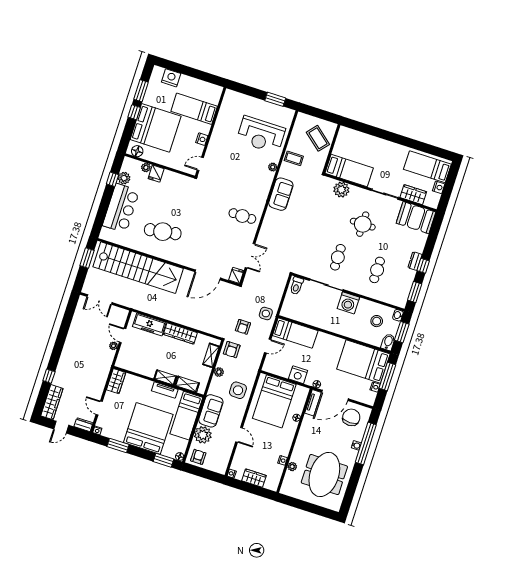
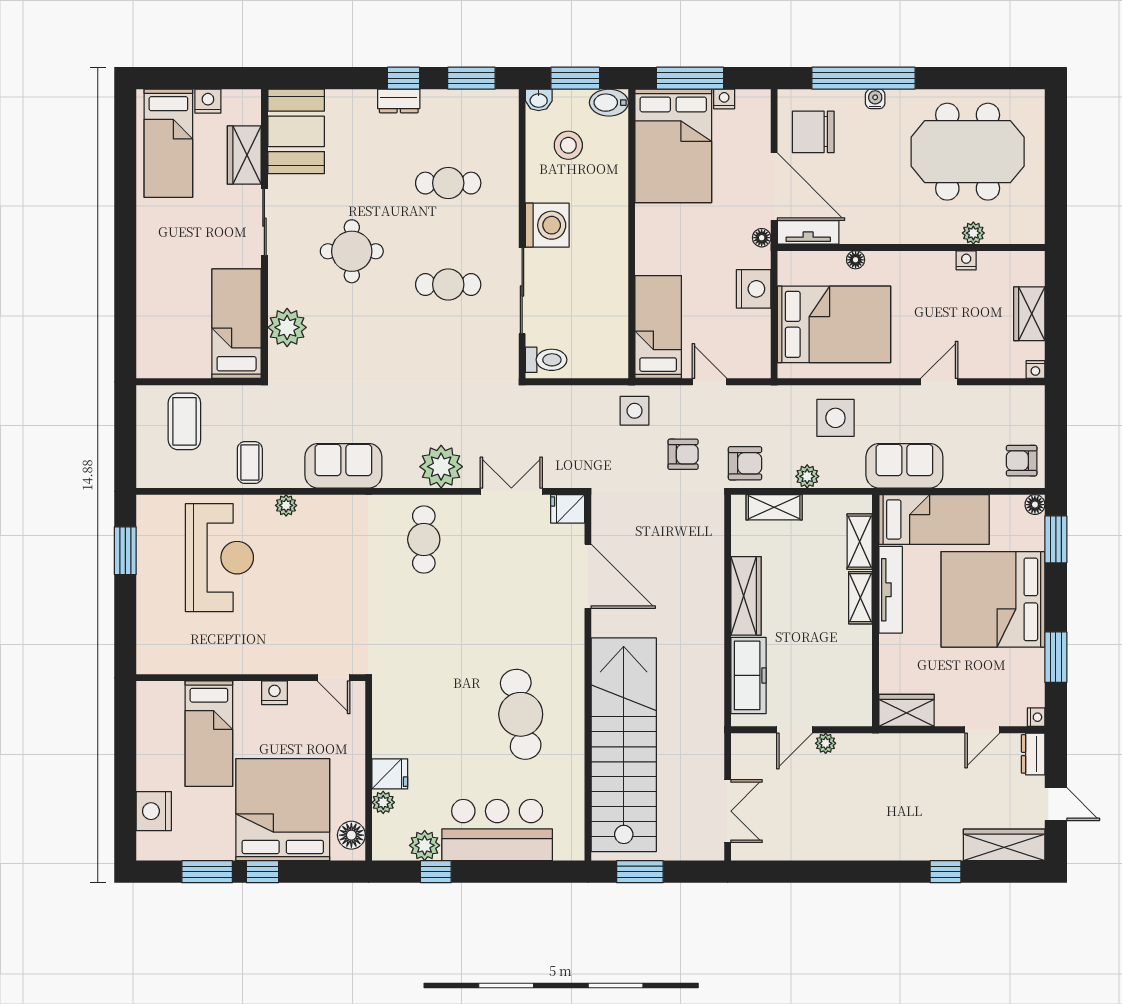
coffee table: (318, 138) -> (184, 421), turned -40
tv unit: (165, 390) -> (891, 590), width x1.41
plant: (203, 435) -> (441, 467), moved

